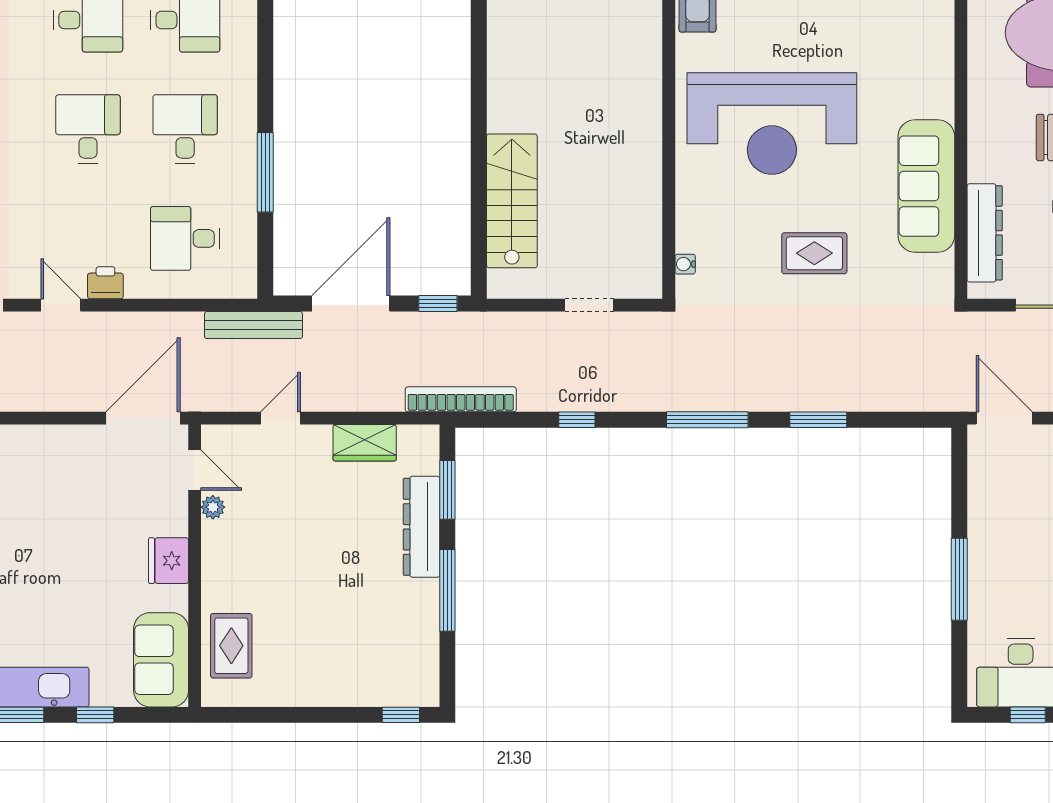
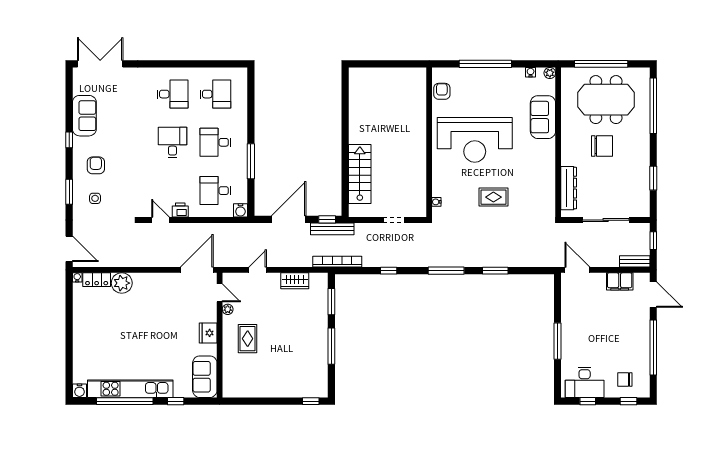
desk: (185, 129) -> (215, 142), turned -90
sofa: (926, 186) -> (543, 117), moved, width x0.73
water cooler: (242, 283) -> (240, 210), added
bench: (254, 325) -> (332, 229), moved
dresser: (421, 527) -> (320, 318), removed
rug: (231, 646) -> (248, 339), moved

